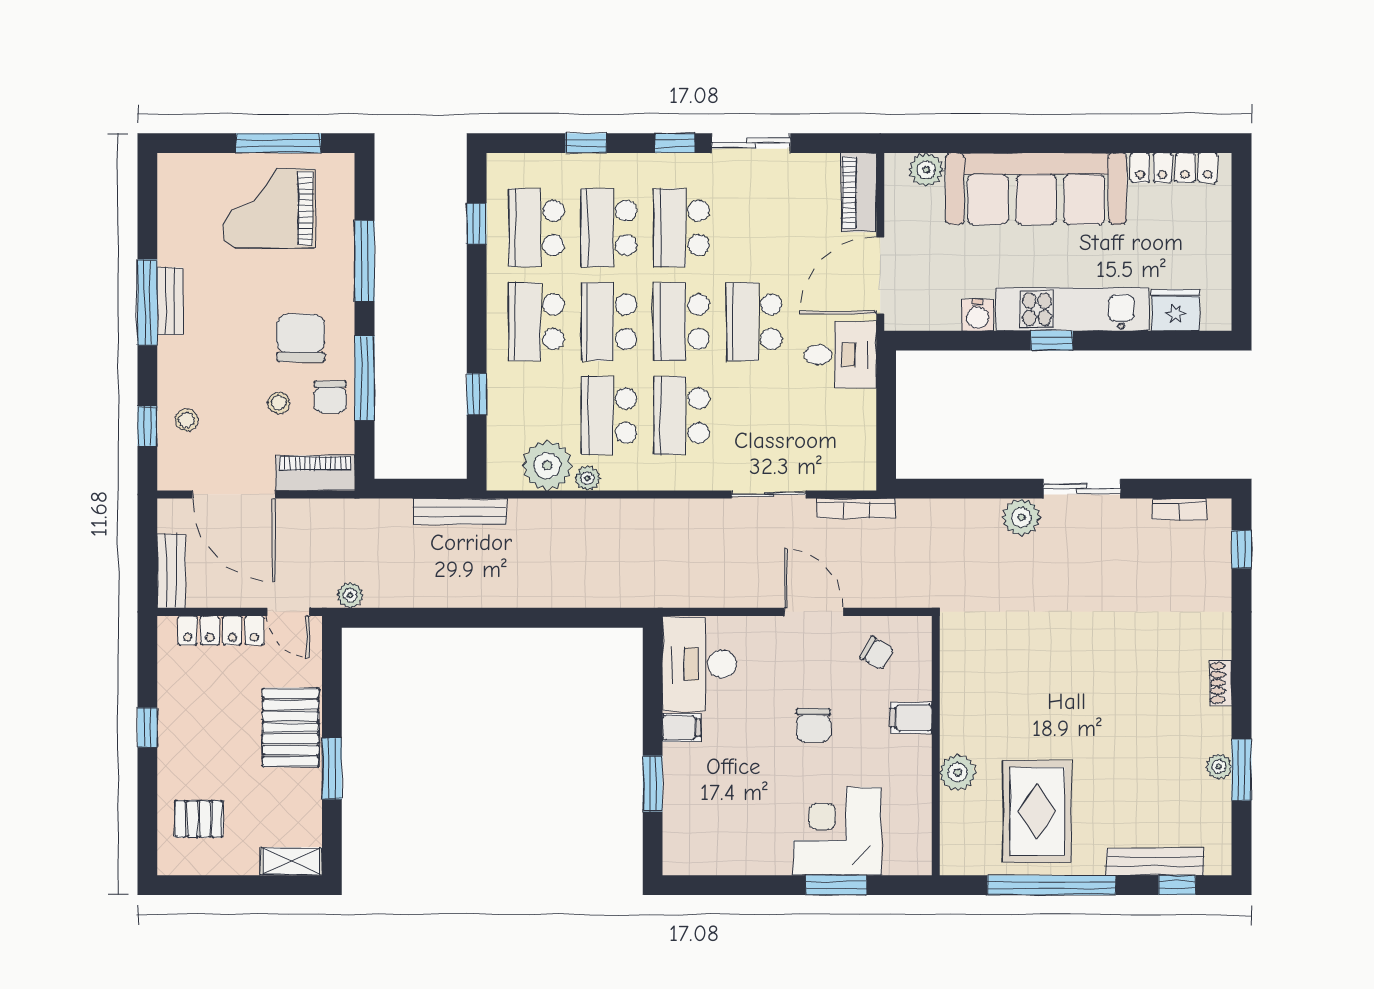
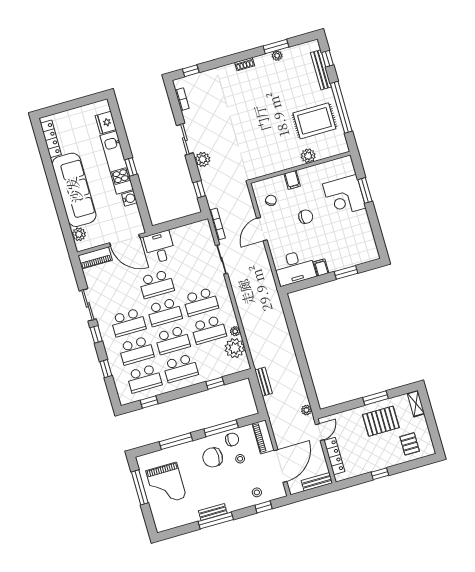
window: (952, 489) -> (199, 189), added
bench: (460, 512) -> (264, 382), width x0.73
pallet: (290, 727) -> (381, 421), moved

